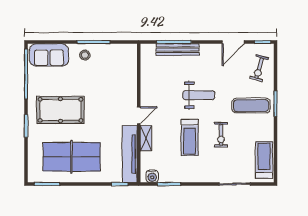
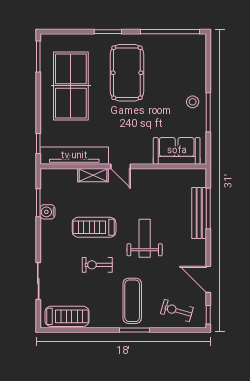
sofa: (49, 55) -> (177, 151), moved, turned 90
weight bench: (199, 95) -> (145, 238), turned 180
water cooler: (152, 176) -> (47, 212), moved

